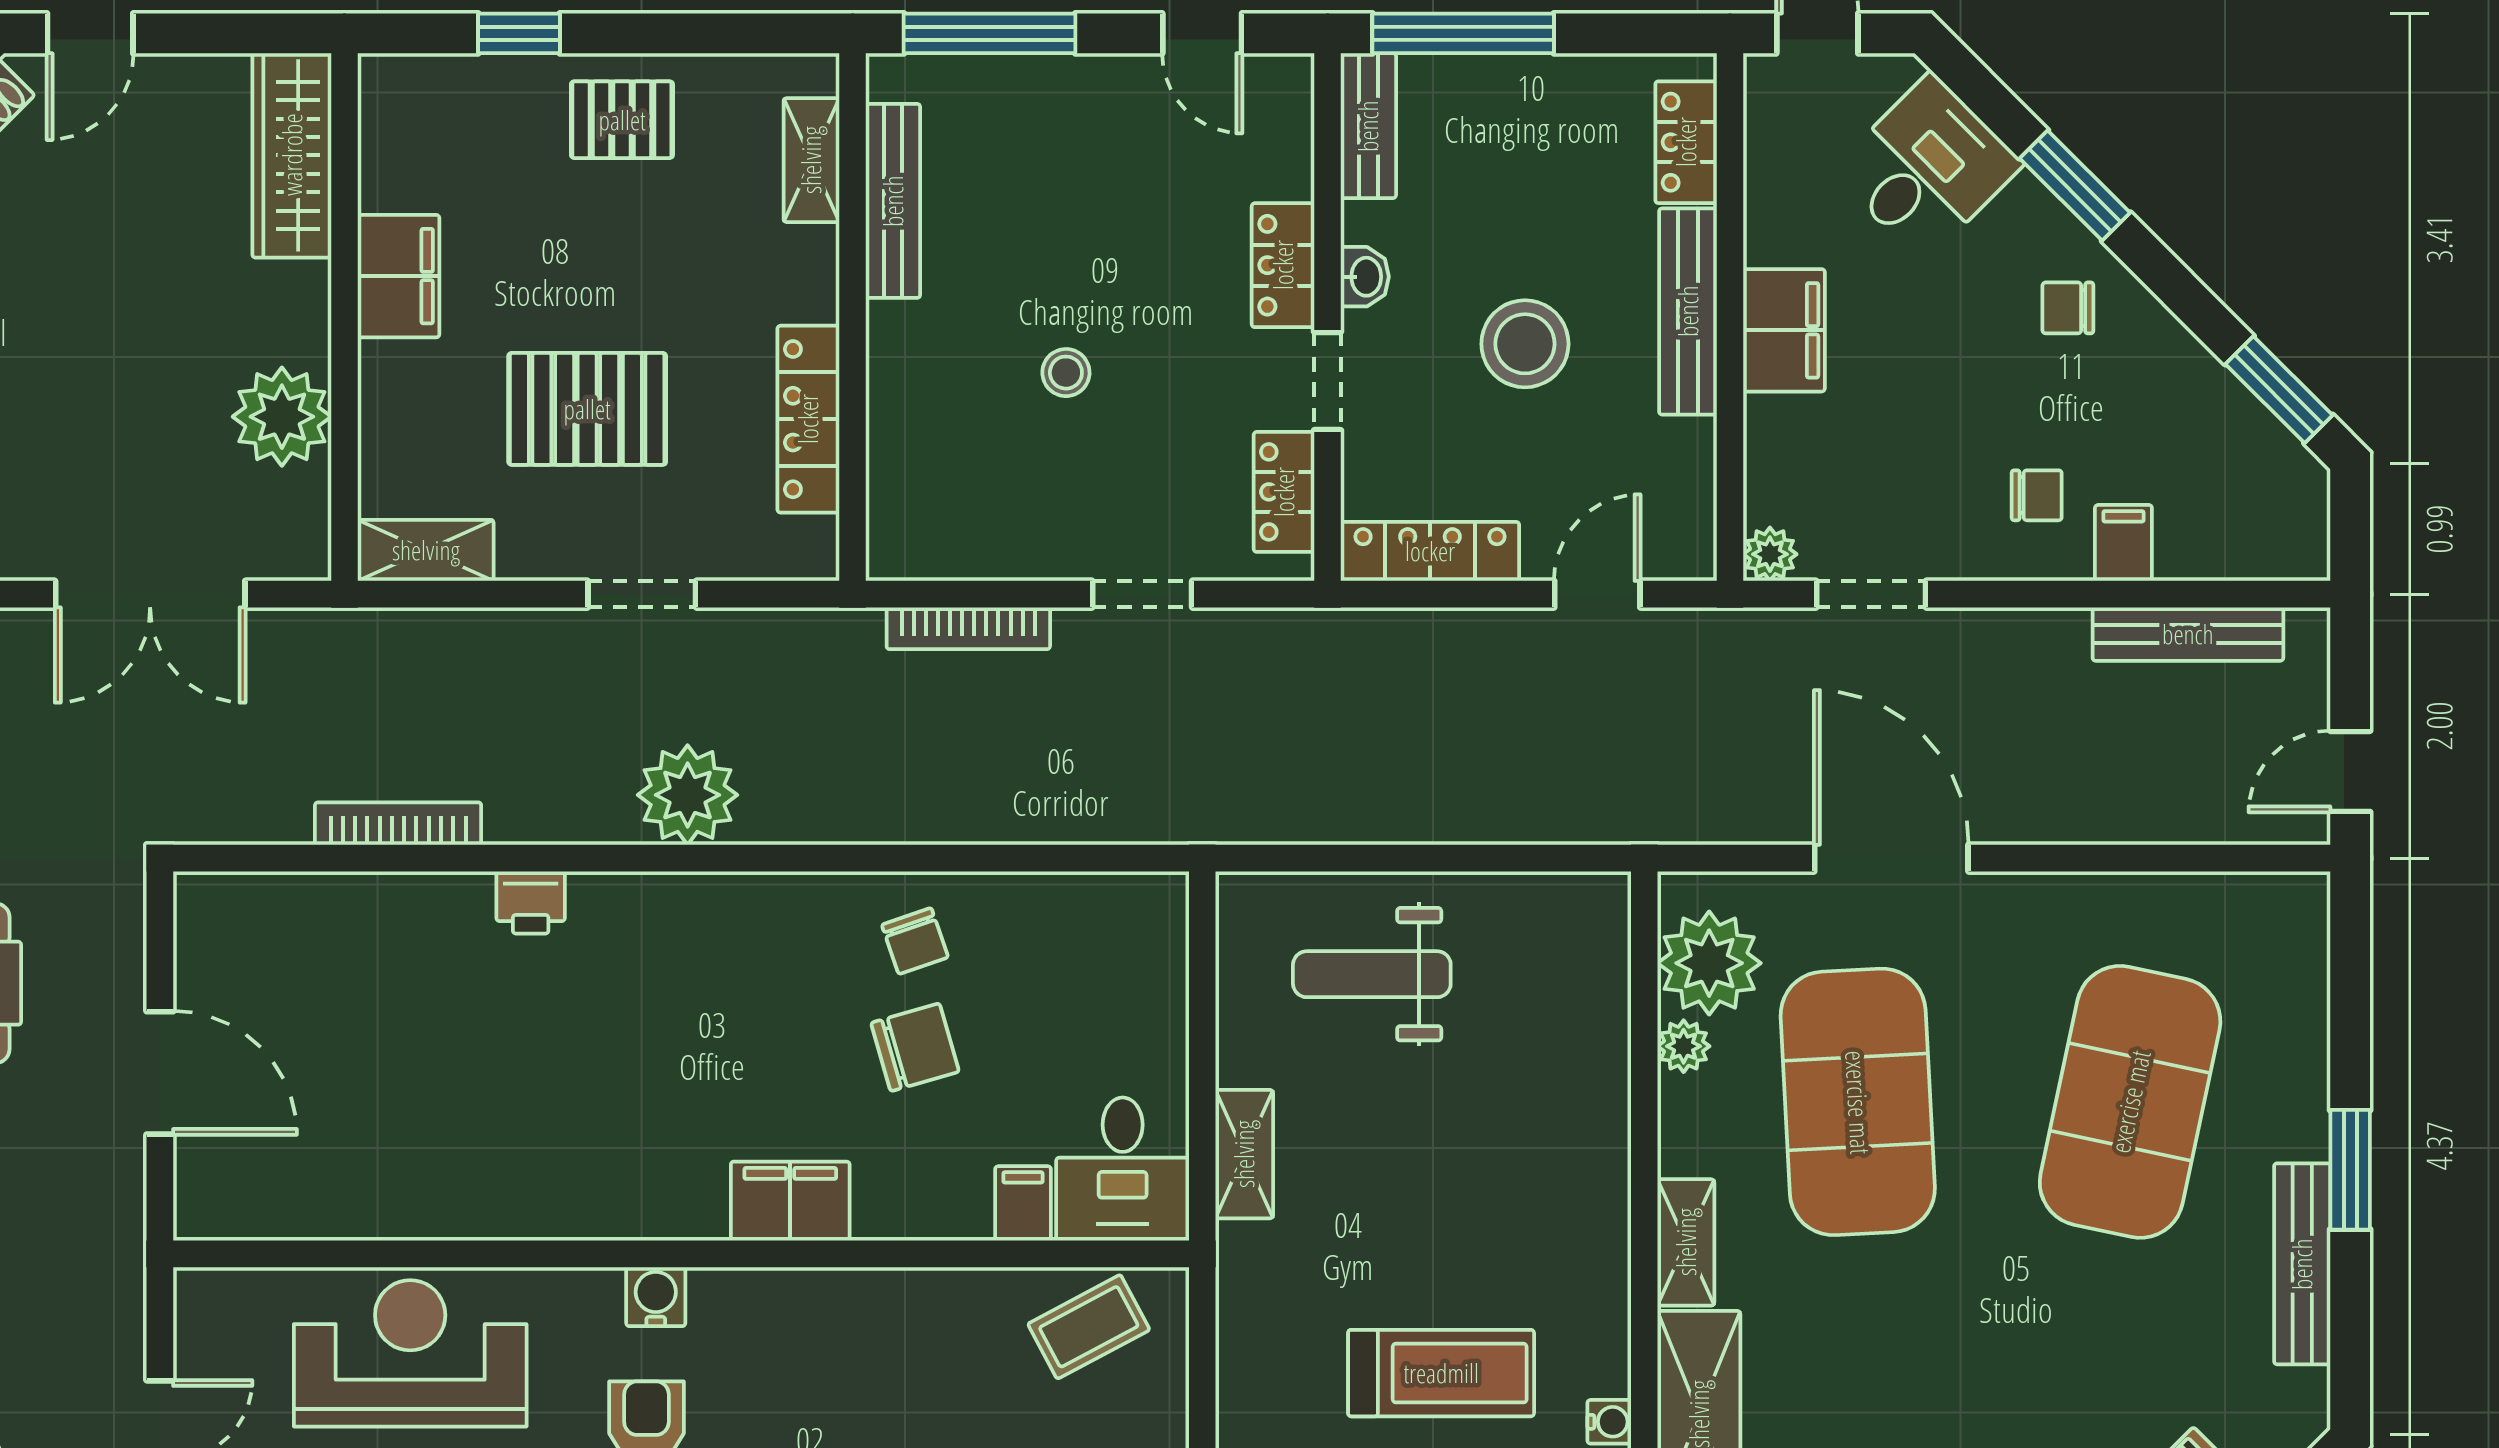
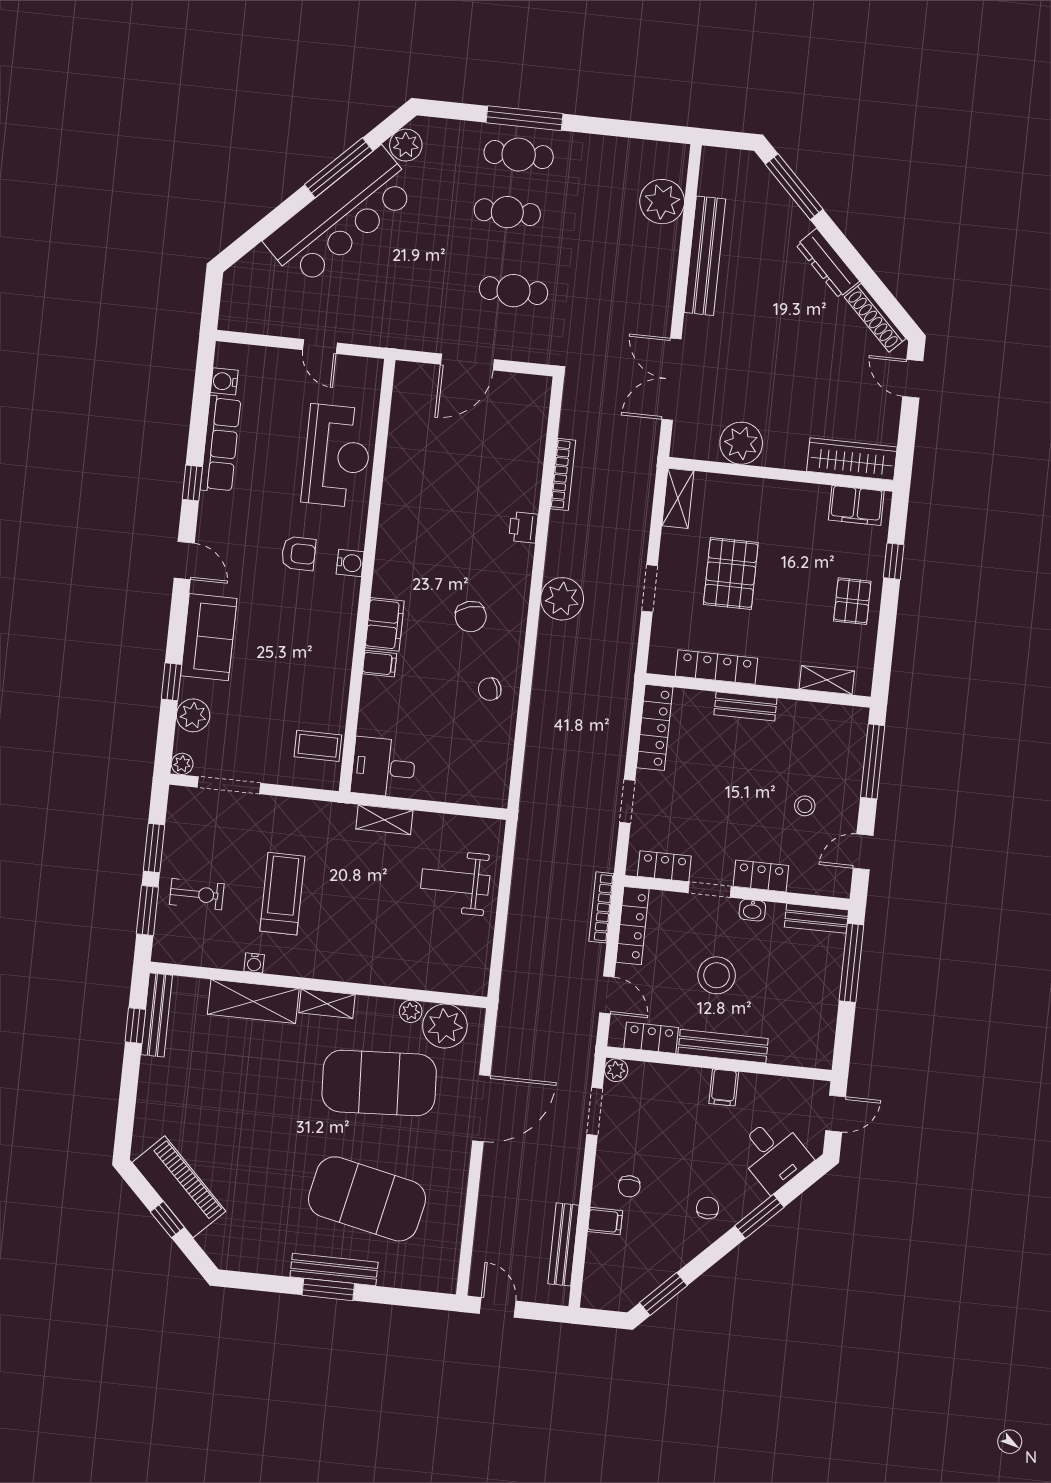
locker: (1686, 142) -> (651, 1038), moved
bench: (893, 201) -> (745, 706), moved, width x0.73
filing cabinet: (399, 276) -> (856, 505), moved
filing cabinet: (1784, 330) -> (724, 1088), width x0.50
stool: (1066, 373) -> (805, 806), moved
locker: (964, 548) -> (655, 727), added
bookcase: (968, 628) -> (601, 907), moved
weight bench: (1372, 974) -> (455, 882), turned -90
chair: (915, 1047) -> (471, 617), moved
filing cabinet: (1023, 1203) -> (380, 664), moved
bench: (2302, 1264) -> (334, 1269), moved
coffee table: (1089, 1327) -> (318, 746), turned -62
treadmill: (1441, 1373) -> (282, 894), turned 180

